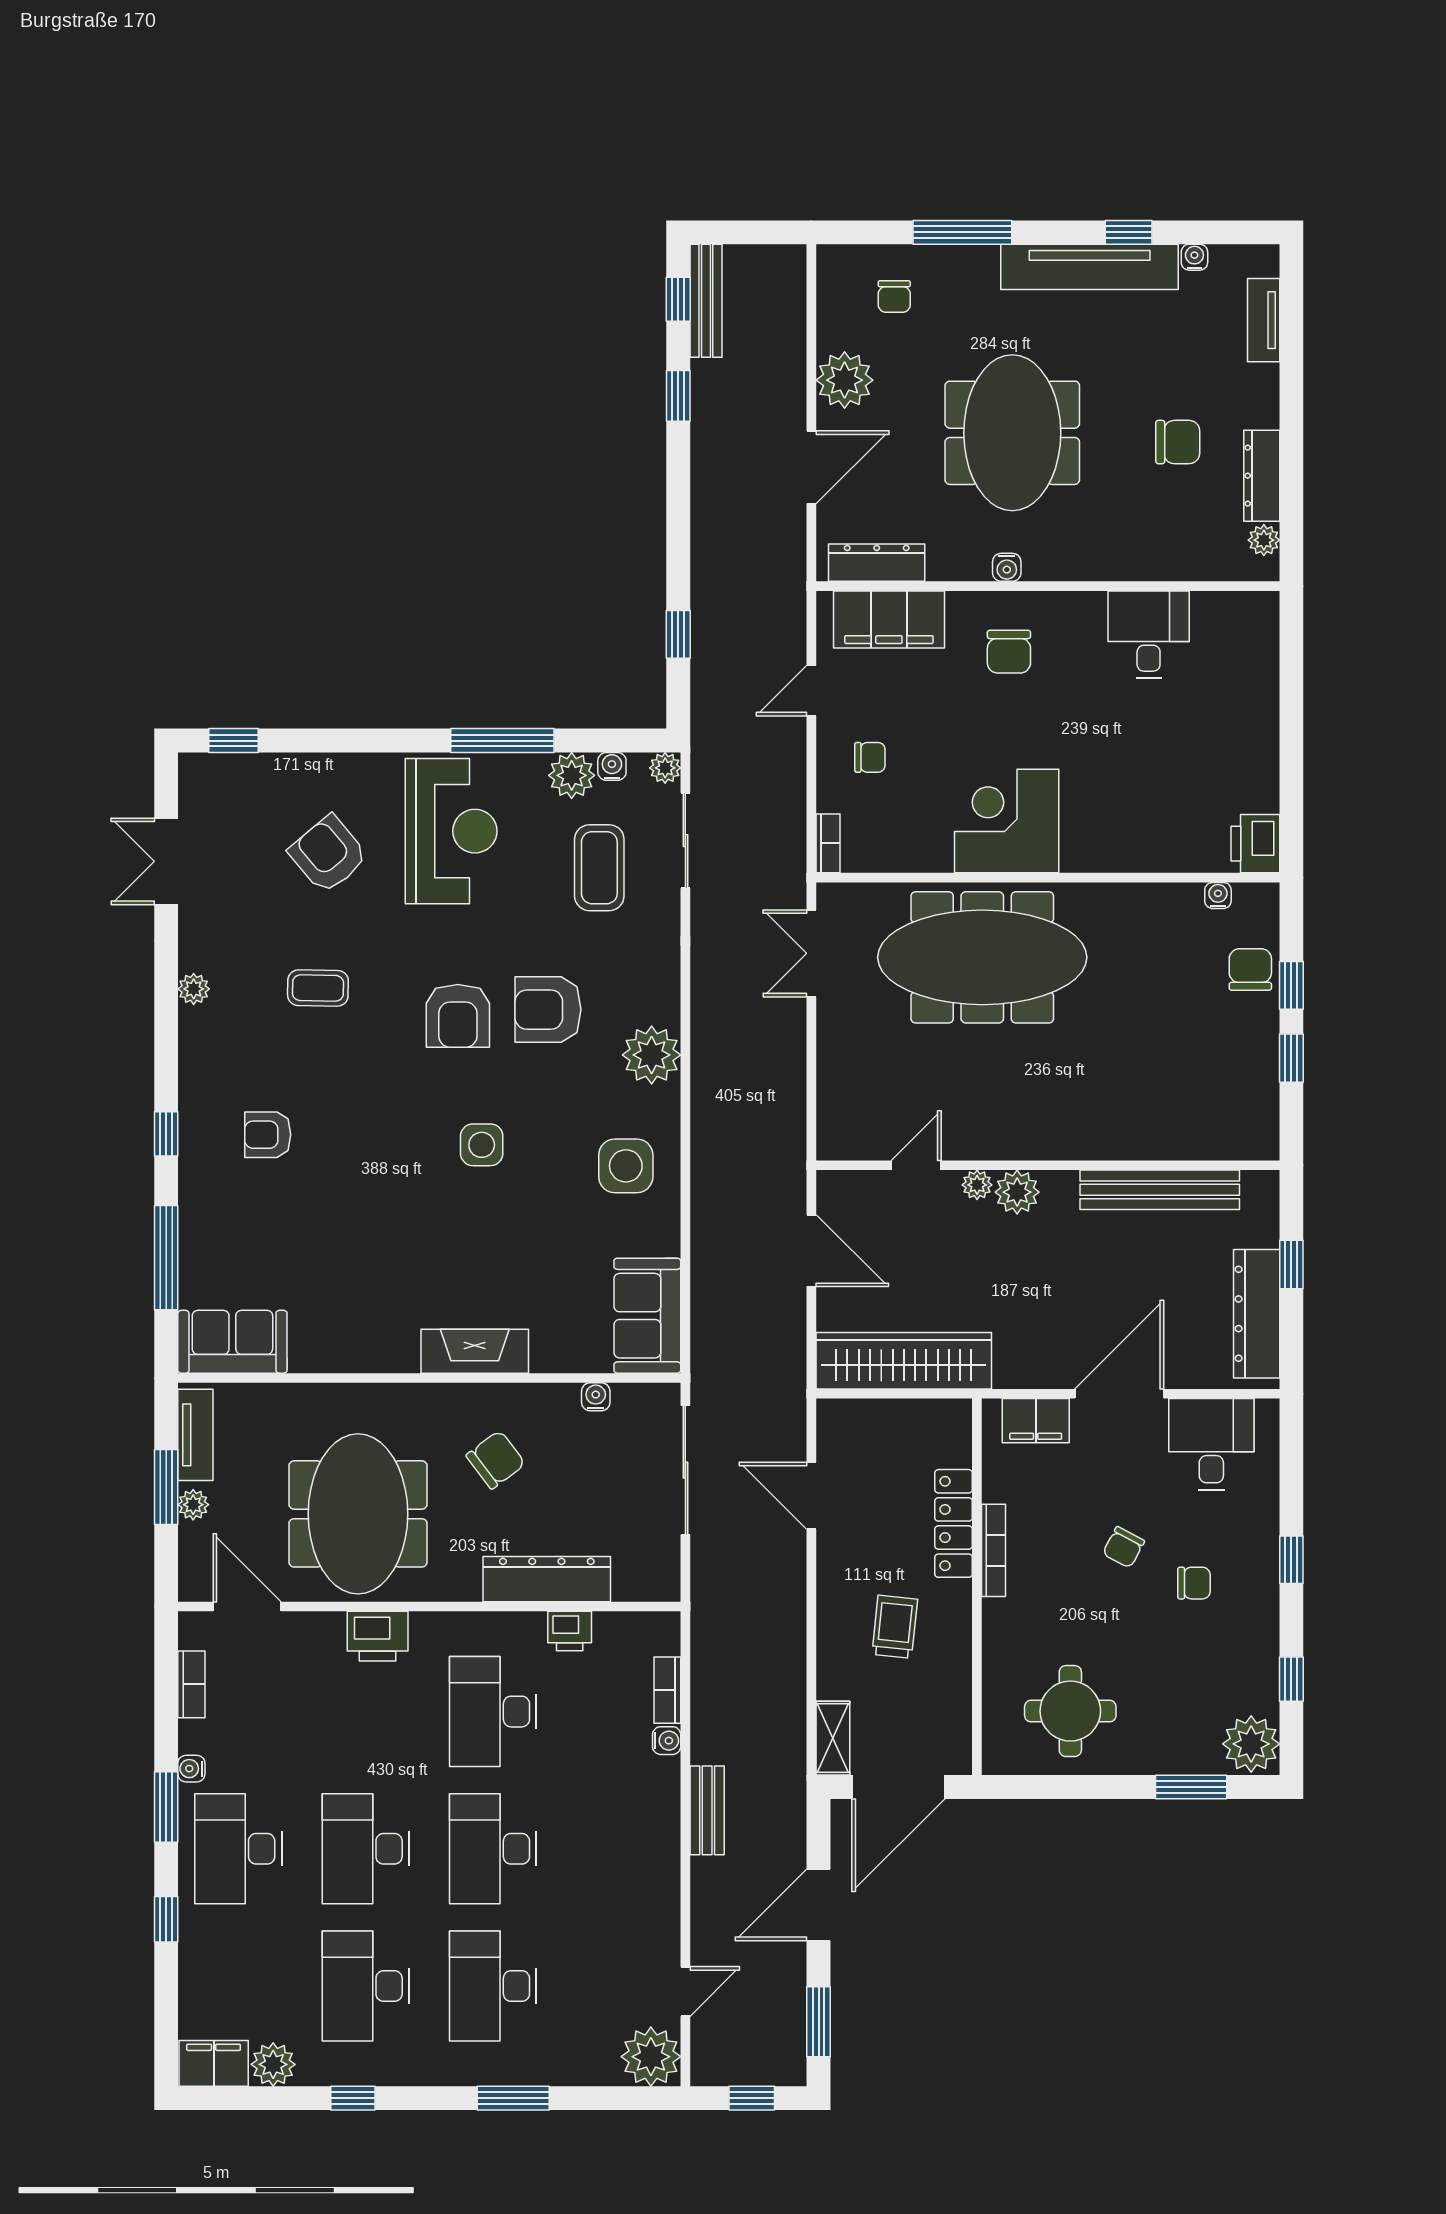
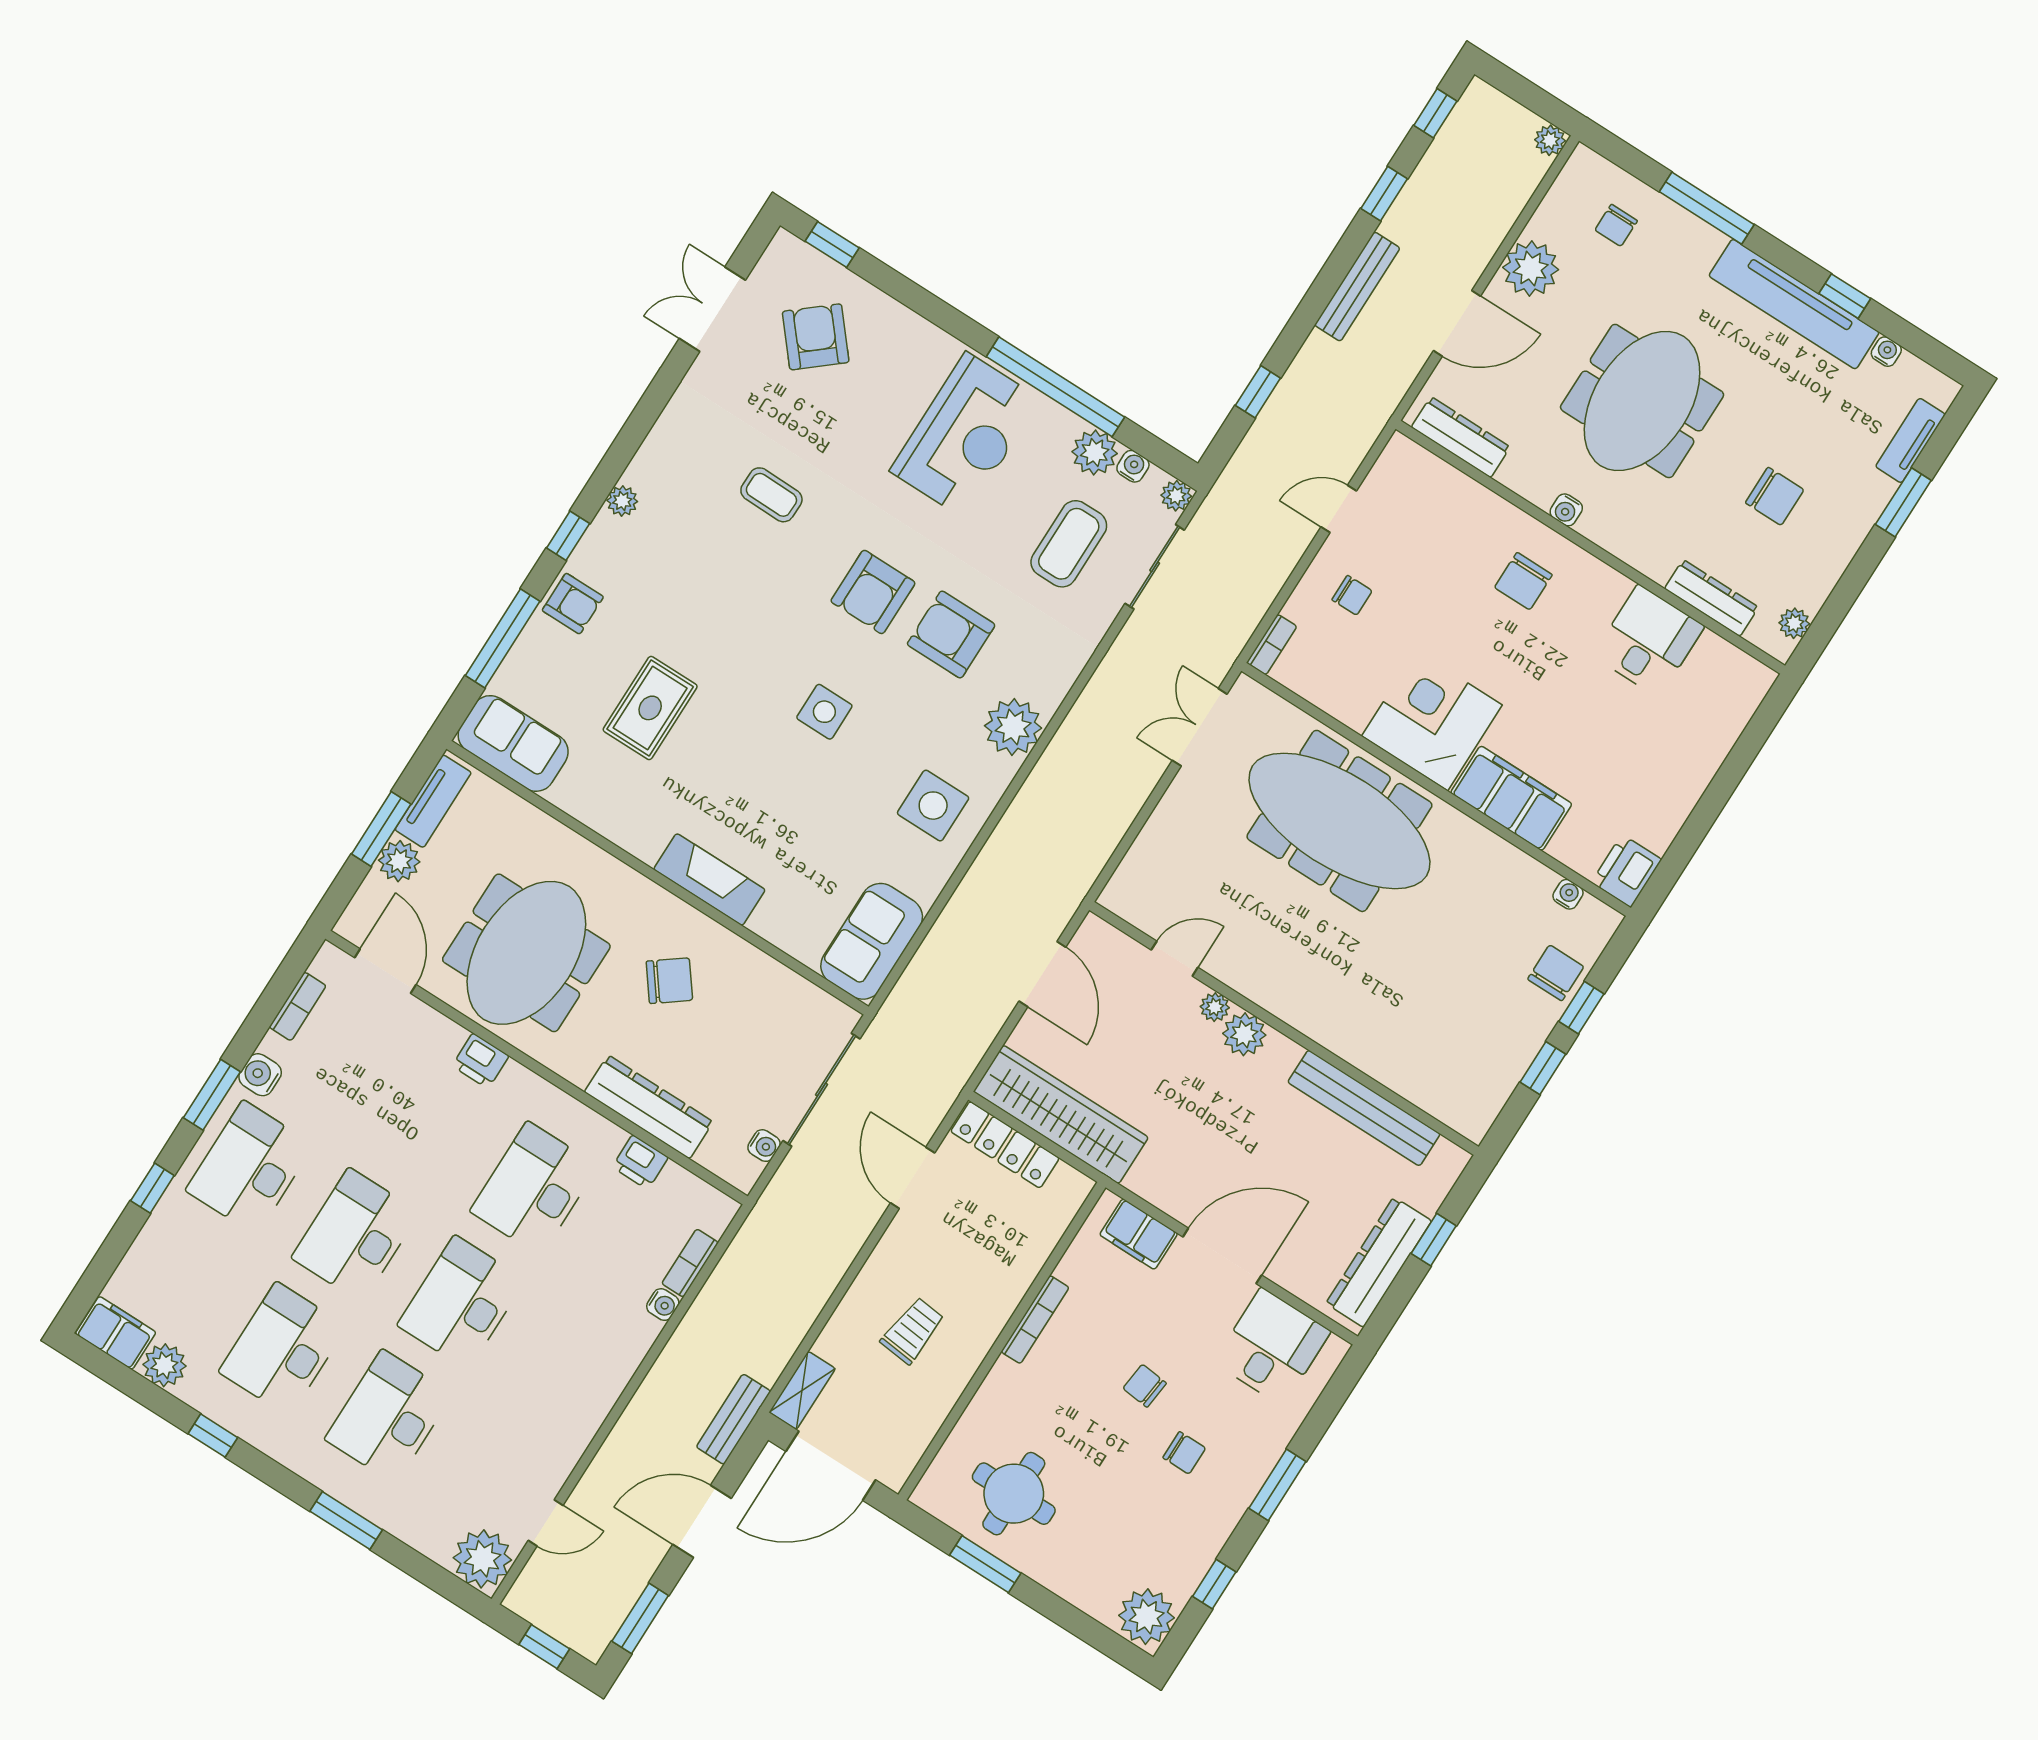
plant: (791, 260) -> (1550, 140), added
bench: (706, 301) -> (1357, 287), moved
window: (1291, 377) -> (1903, 502), added
dresser: (1262, 476) -> (1711, 598), moved, turned 90
filing cabinet: (889, 620) -> (1511, 798), moved, turned 180
window: (502, 741) -> (1056, 387), width x1.46
armchair: (328, 854) -> (816, 337), moved
plant: (194, 989) -> (622, 501), moved
armchair: (268, 1135) -> (573, 604), moved, turned 180
rug: (330, 1237) -> (650, 708), added
water cooler: (596, 1397) -> (764, 1146), moved, turned 90
plant: (193, 1505) -> (399, 861), width x1.38, depth x1.38
locker: (954, 1523) -> (1005, 1145), moved, turned -90
chair: (1124, 1547) -> (1145, 1386), turned 68
window: (1291, 1560) -> (1277, 1485), width x1.50
printer: (378, 1636) -> (480, 1061), width x0.73, depth x0.81
water cooler: (191, 1769) -> (260, 1075), width x1.38, depth x1.38
window: (1191, 1787) -> (985, 1564), moved
bench: (707, 1810) -> (734, 1419), moved

